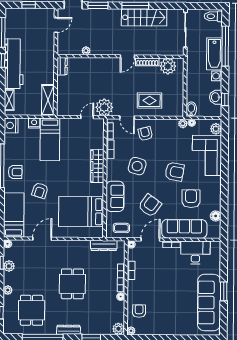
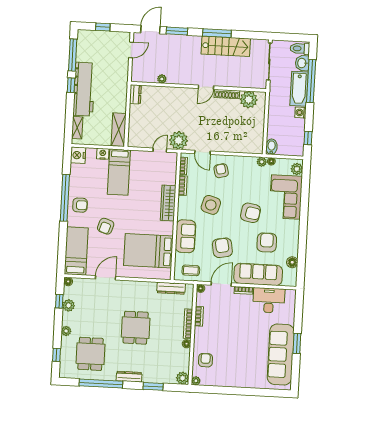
washbasin: (216, 97) -> (302, 63), moved
rug: (149, 100) -> (227, 135), removed
armchair: (150, 206) -> (222, 248), turned -46

